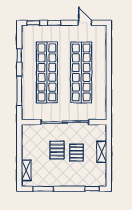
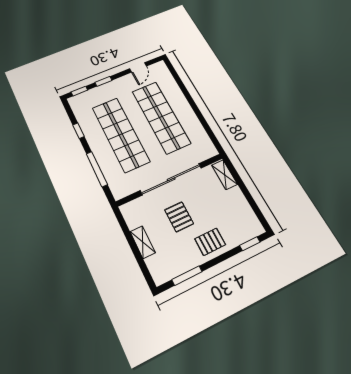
door: (85, 23) -> (138, 67), swing flipped
shelving: (102, 152) -> (224, 175), moved
pallet: (76, 153) -> (210, 242), moved, turned 90
shelving: (26, 170) -> (143, 242), moved

